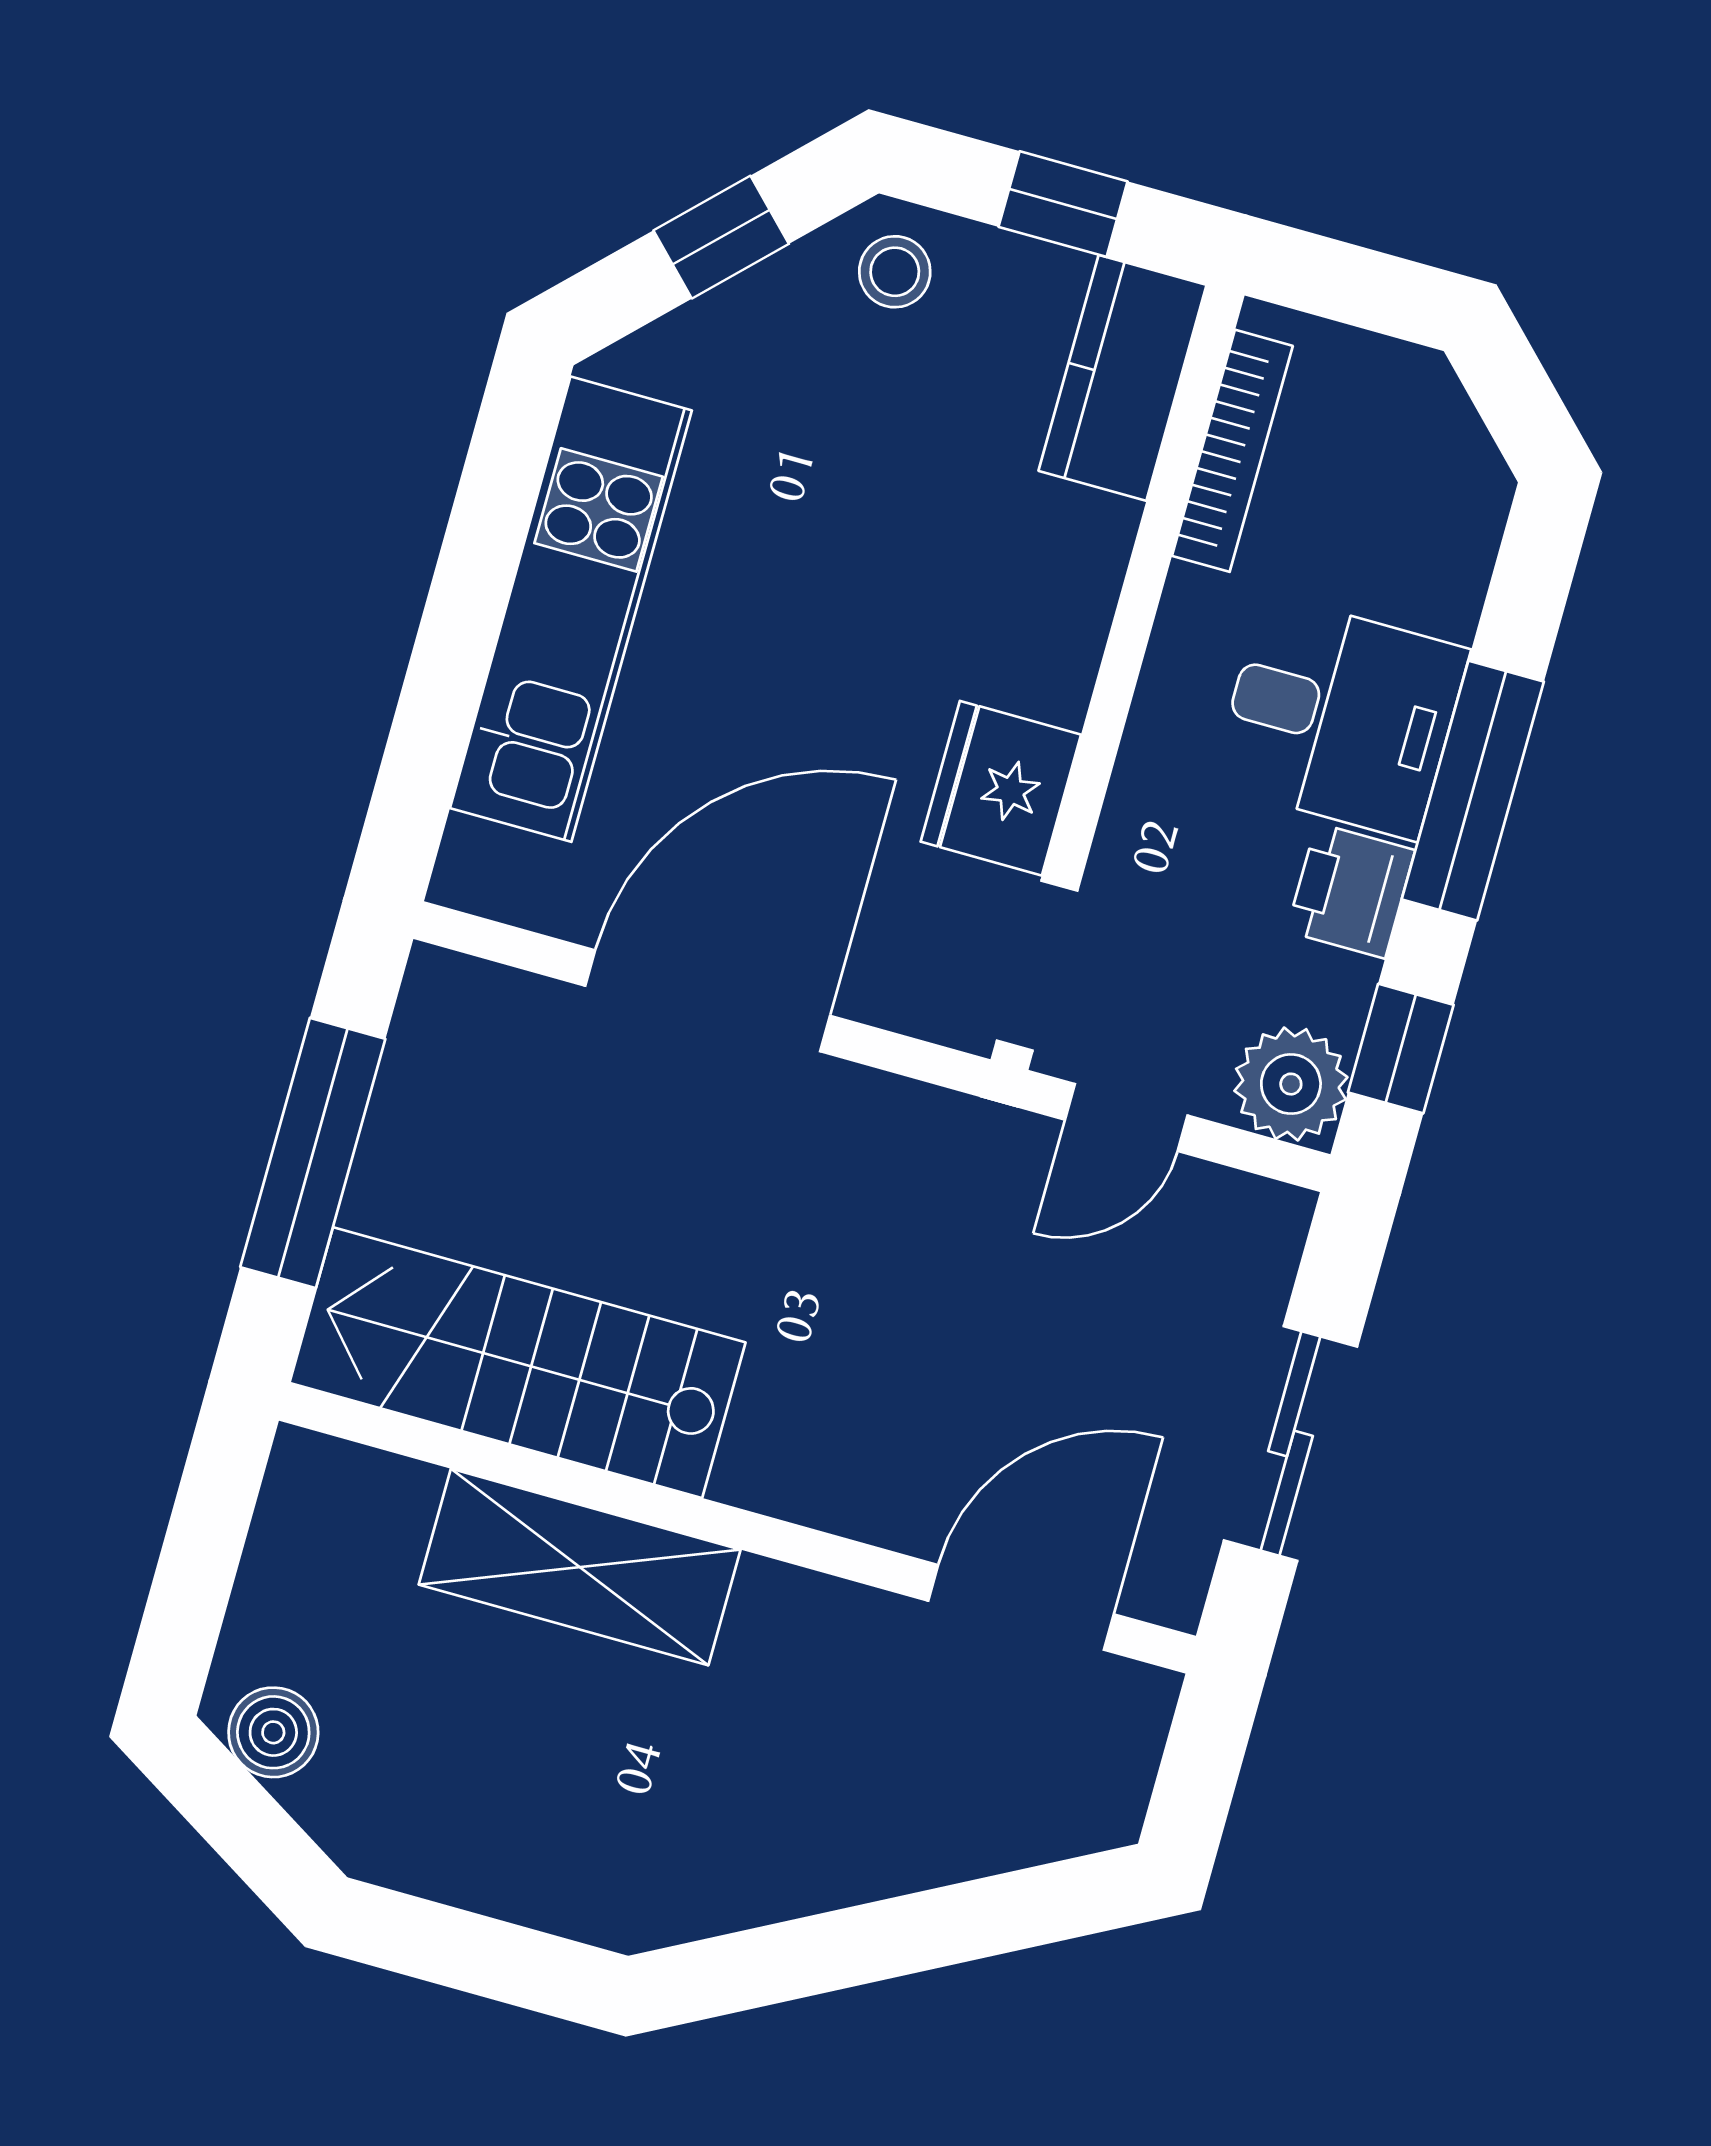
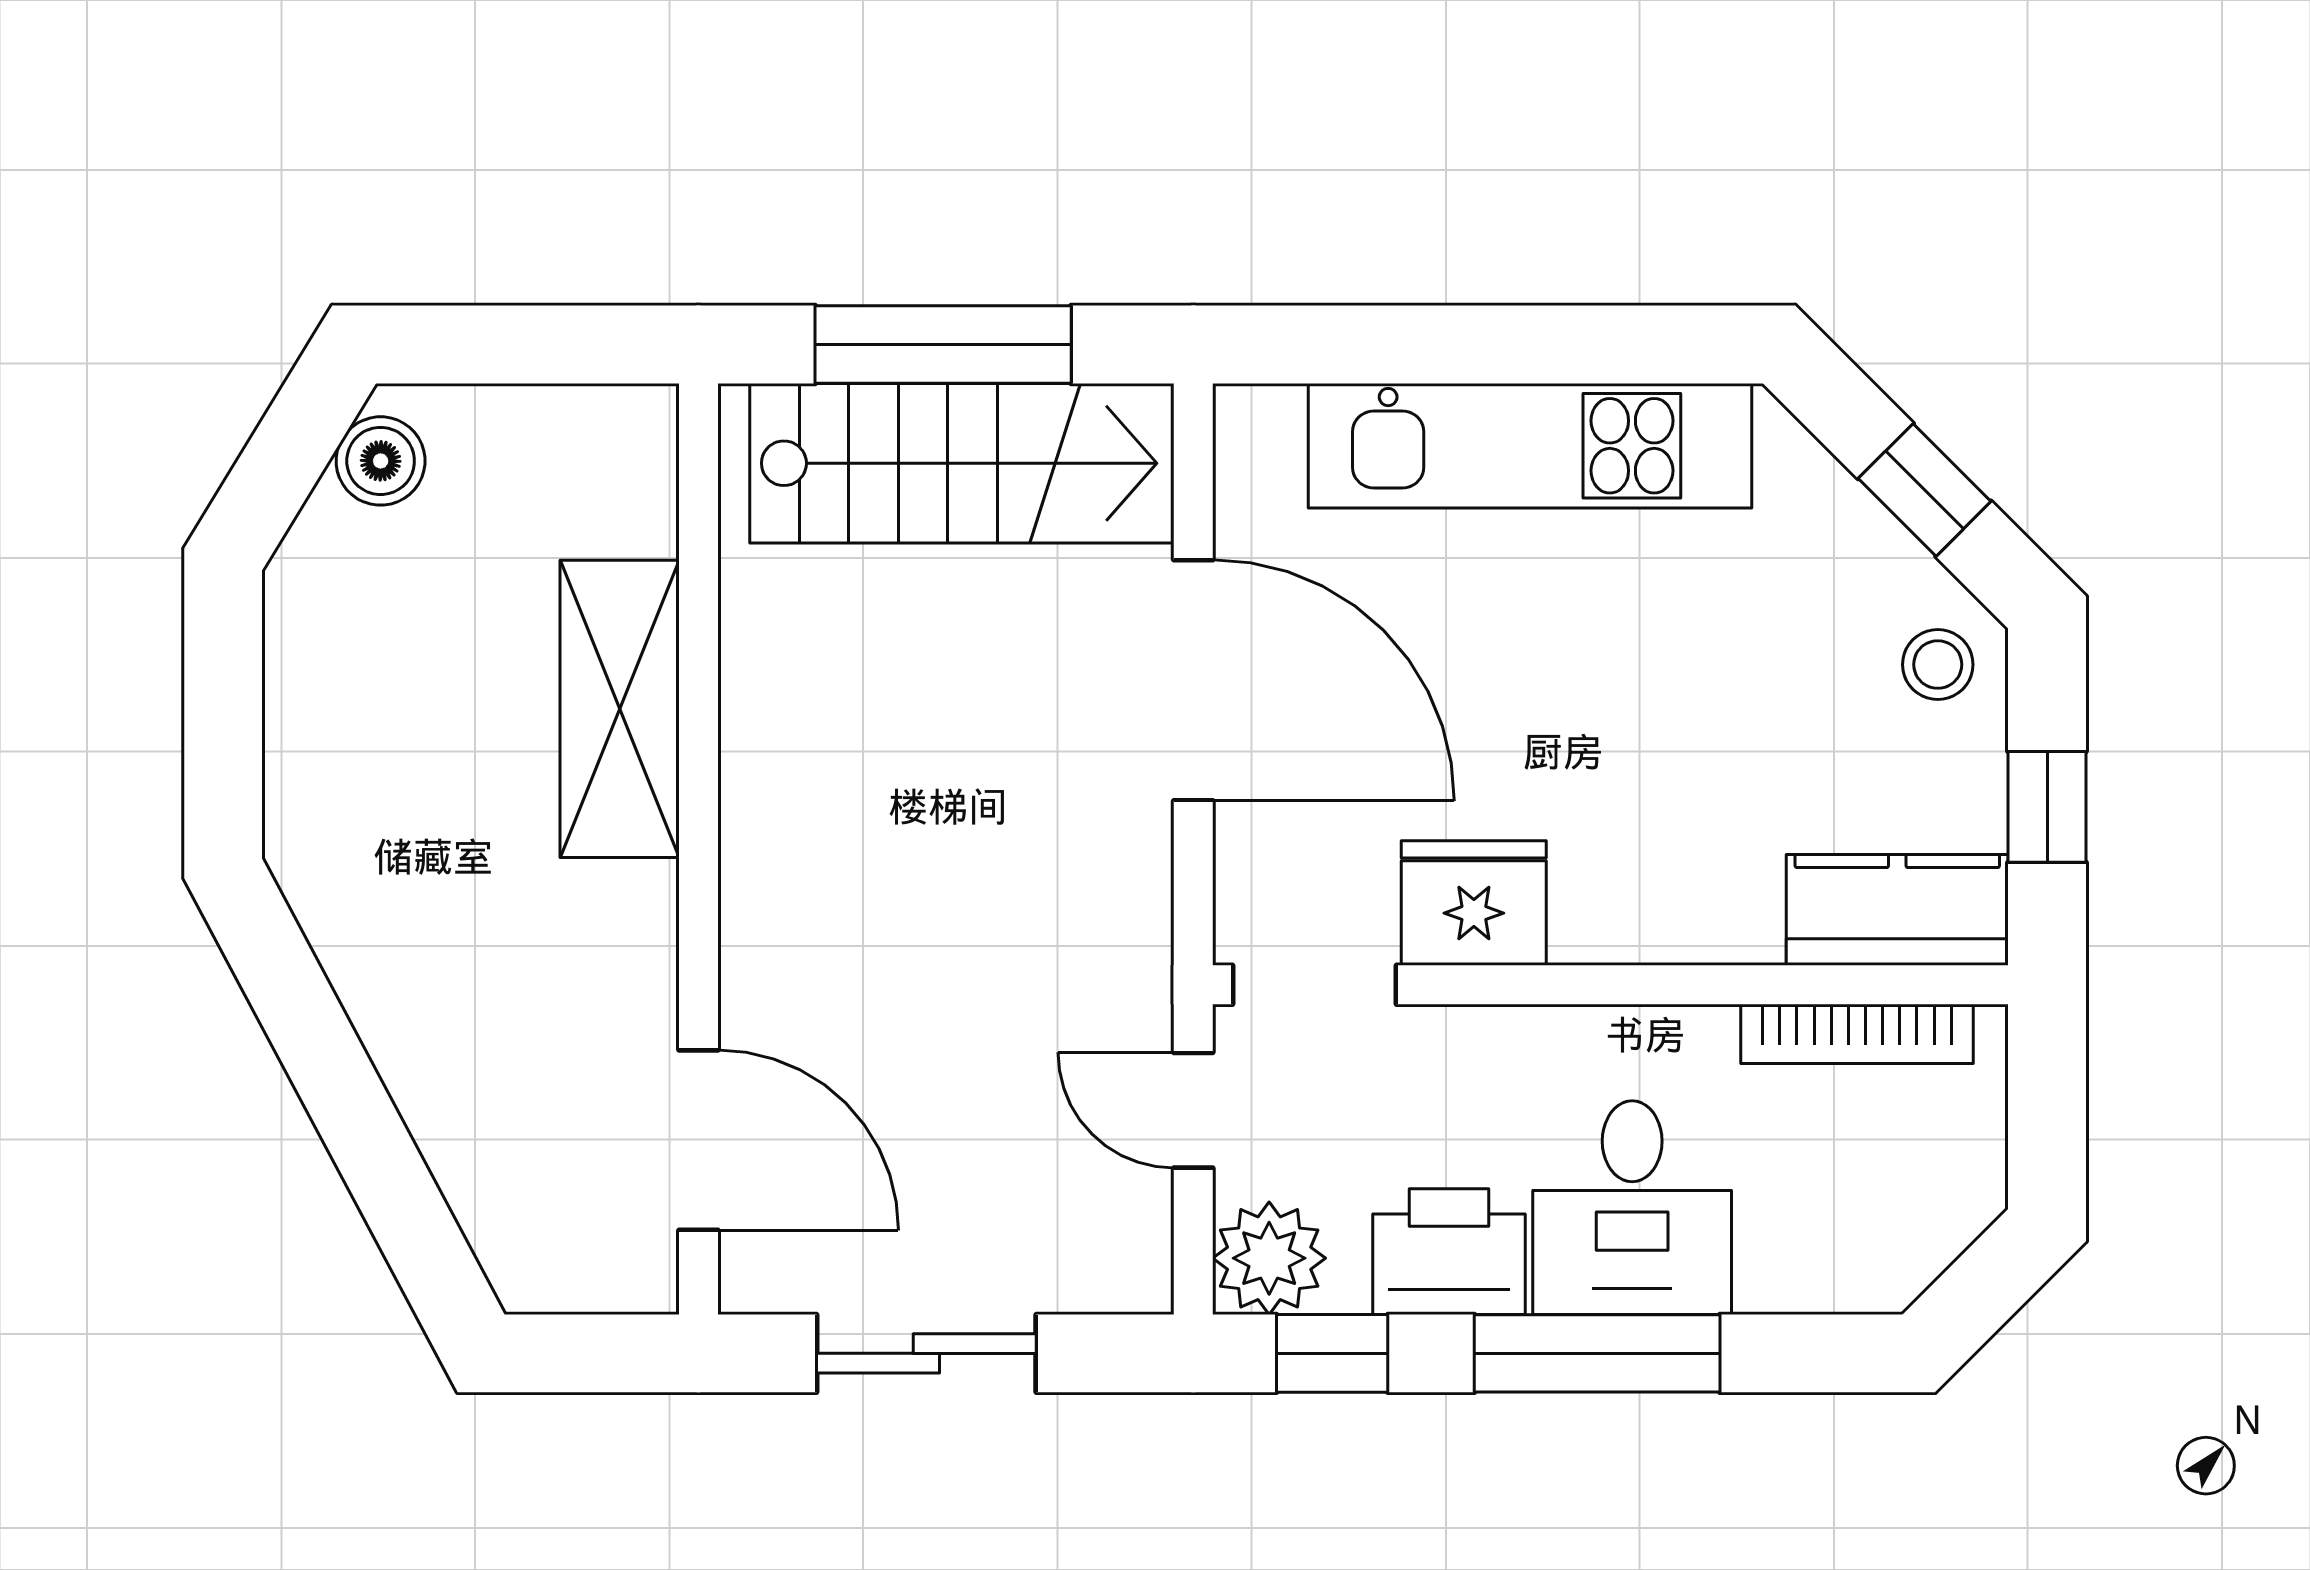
printer: (1351, 891) -> (1449, 1252), width x1.36, depth x1.24
stairs: (517, 1363) -> (962, 463), moved, turned 90

